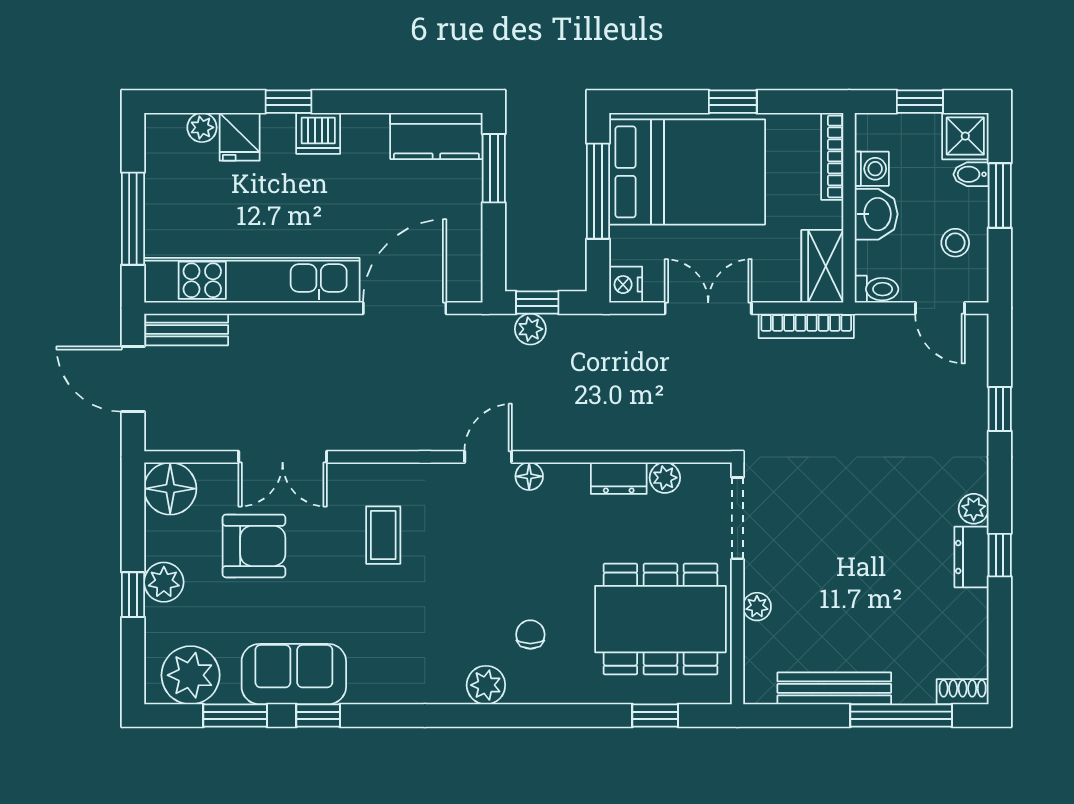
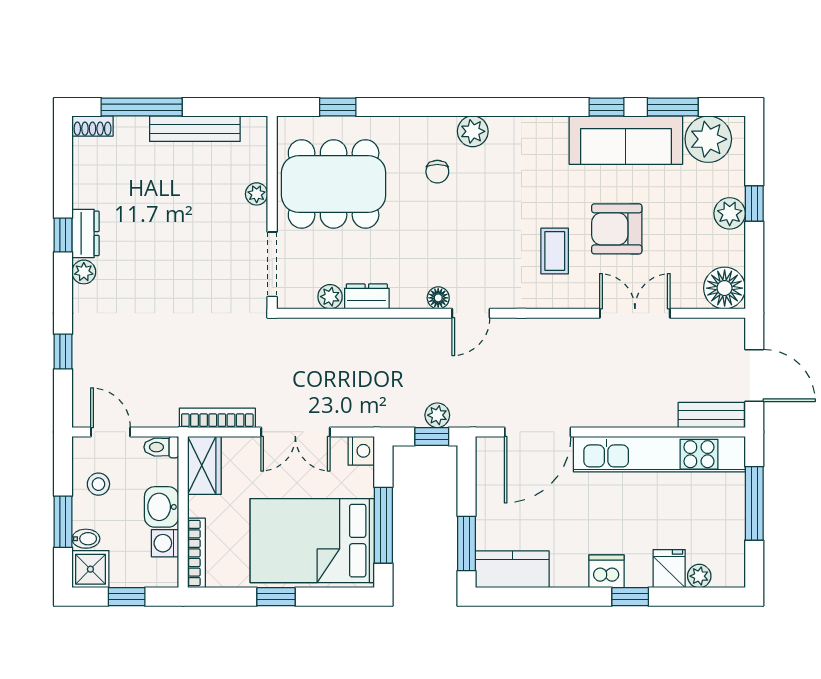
armchair: (254, 546) -> (617, 229), moved
sofa: (294, 674) -> (626, 140), width x1.36

